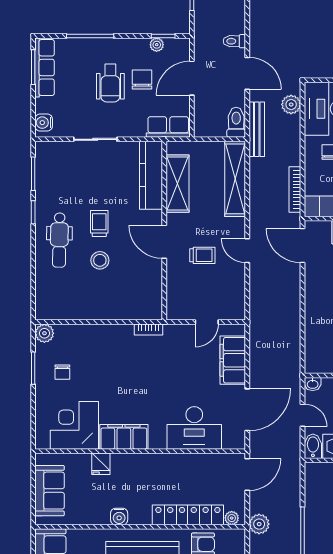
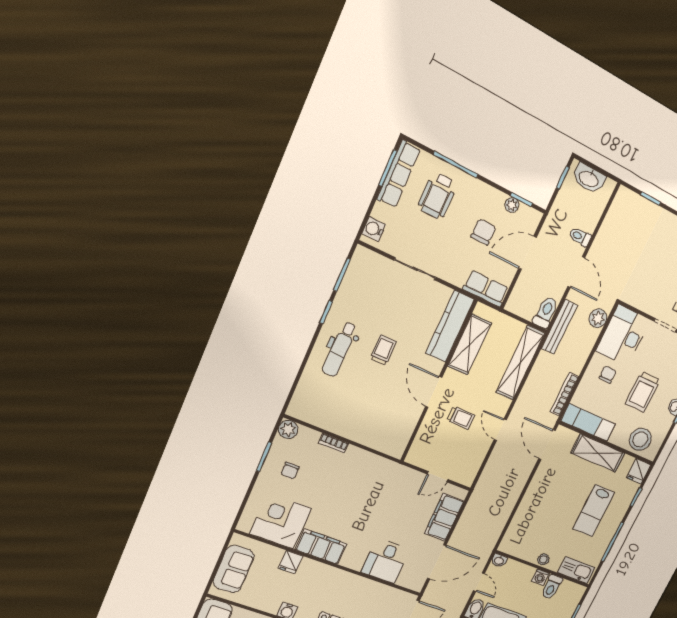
wheelchair: (110, 83) -> (437, 196), moved
stool: (100, 260) -> (369, 384), removed
bookcase: (149, 329) -> (333, 443), moved
desk: (194, 428) -> (386, 561), width x0.73

